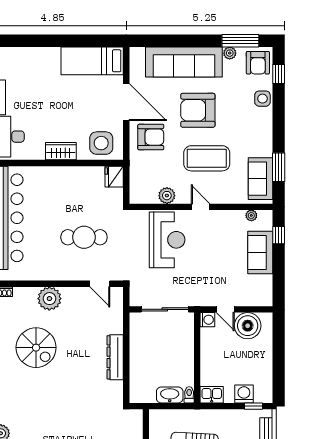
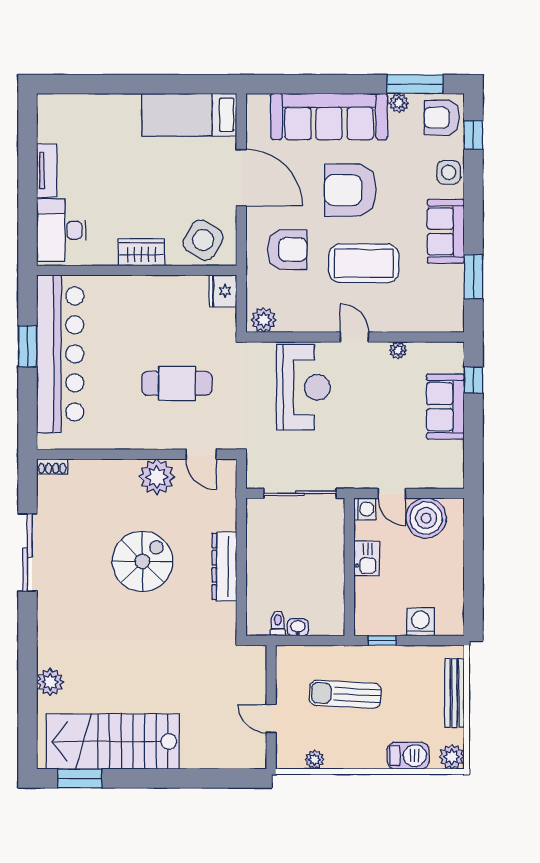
armchair: (258, 63) -> (442, 118), turned 90
armchair: (151, 137) -> (287, 250), moved
side table: (101, 143) -> (203, 240), turned 31
sofa: (261, 179) -> (446, 231), moved
plant: (167, 196) -> (264, 320), moved
plant: (251, 215) -> (398, 350), moved
plant: (49, 299) -> (157, 477), moved
spiral stairs: (36, 348) -> (142, 561), moved, turned -90
washbasin: (170, 395) -> (298, 627), width x0.52, depth x0.69
toilet: (189, 395) -> (278, 623), moved
kitchen sink: (212, 395) -> (367, 559), moved, turned 90
window: (253, 406) -> (382, 640), moved

